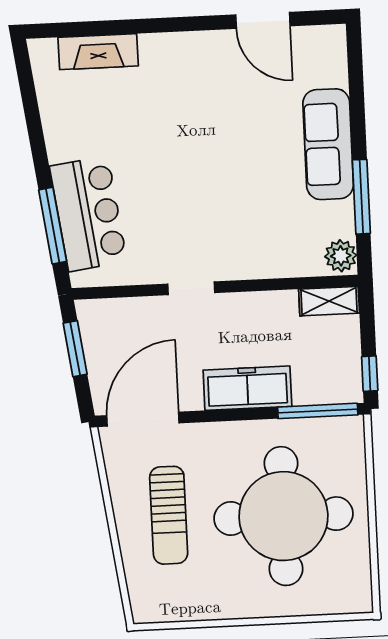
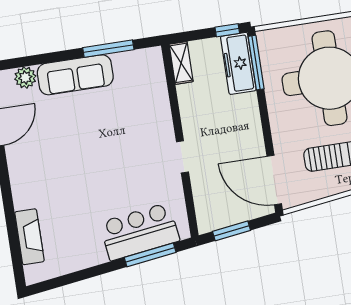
plant: (341, 256) -> (25, 78), moved
freezer: (247, 388) -> (238, 63), moved

